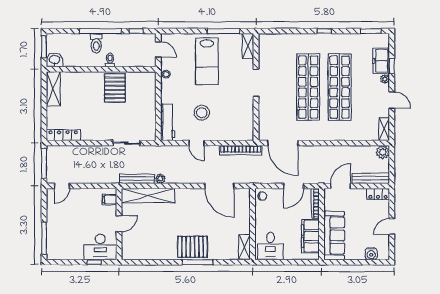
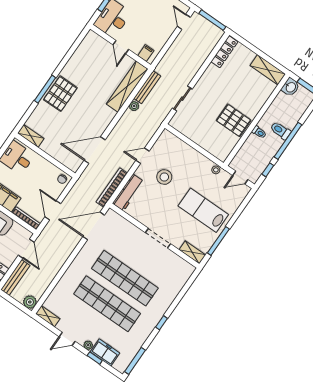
window: (371, 31) -> (135, 361), width x1.44
workbench: (168, 122) -> (128, 192), moved, turned -90

